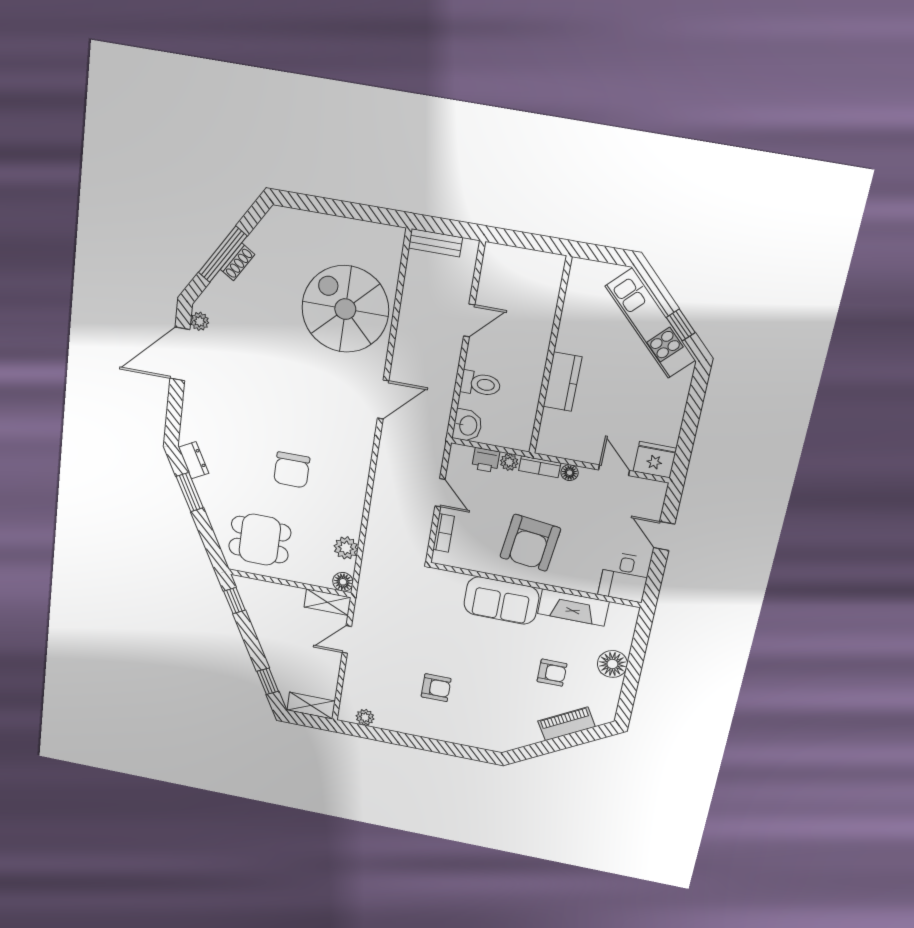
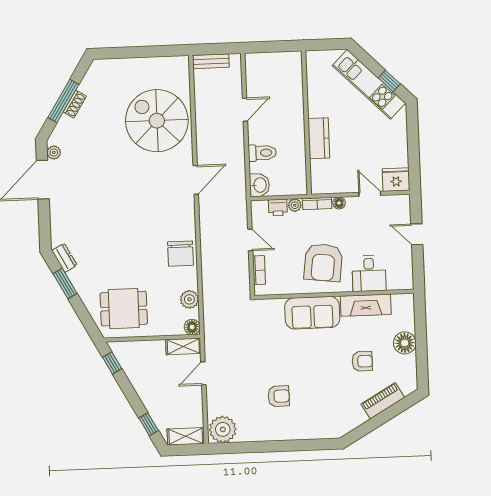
chair: (292, 470) -> (180, 254), moved
desk: (624, 577) -> (369, 273), moved
plant: (365, 717) -> (223, 429), width x1.88, depth x1.88

